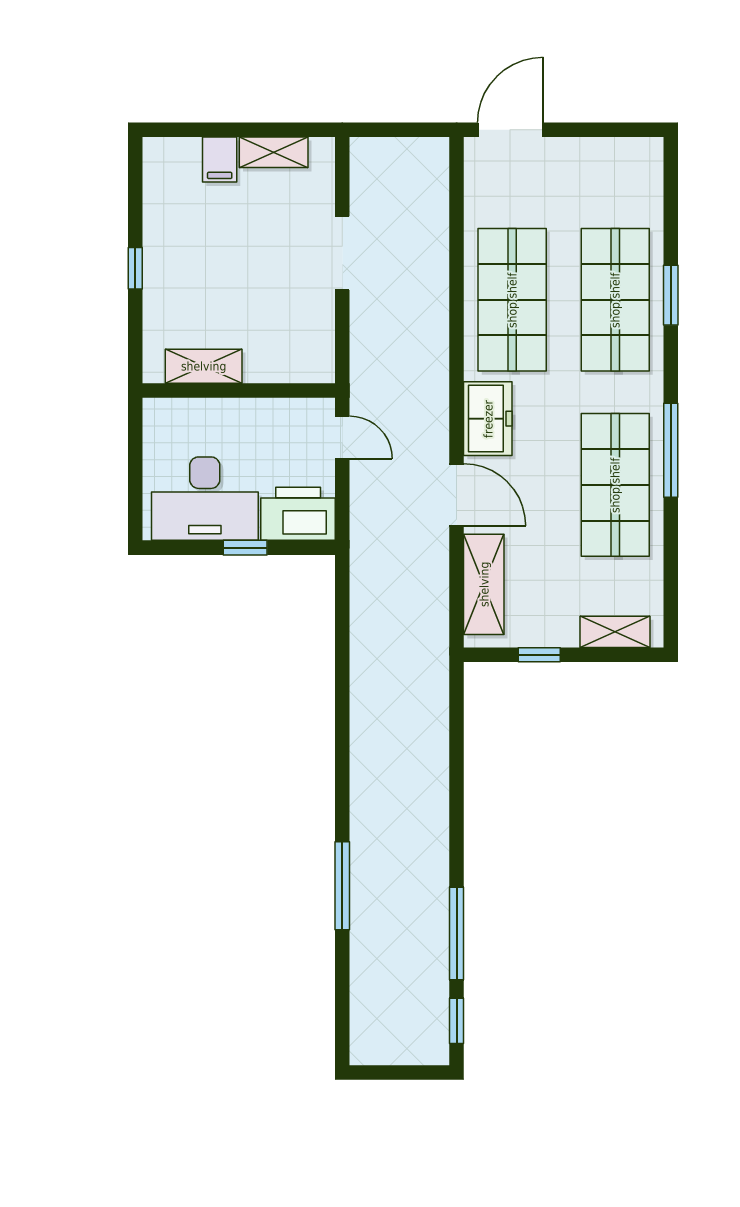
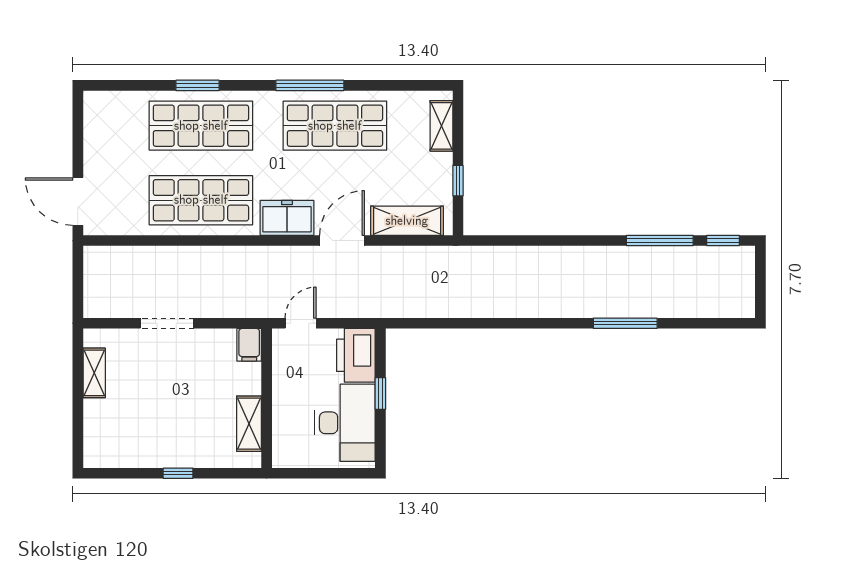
filing cabinet: (220, 160) -> (249, 345), moved, turned 90

